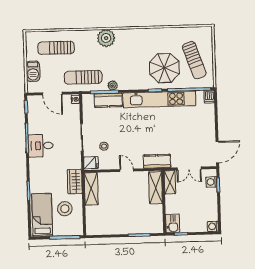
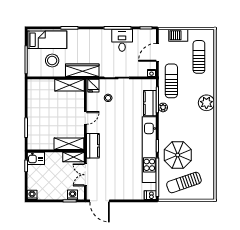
desk: (41, 146) -> (122, 40), moved
wardrobe: (75, 182) -> (82, 70), width x1.50

